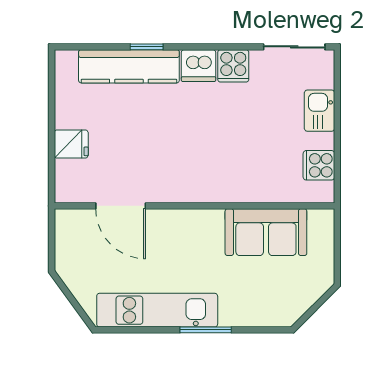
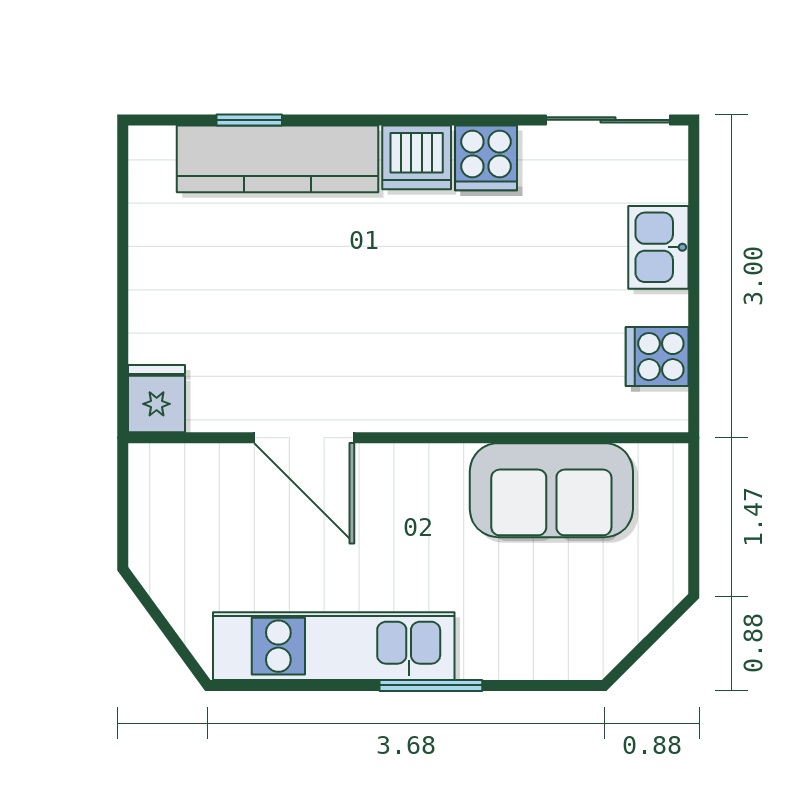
window: (147, 47) -> (249, 120), moved
fridge: (71, 144) -> (157, 399), moved, turned -90
door: (121, 206) -> (304, 438), moved

